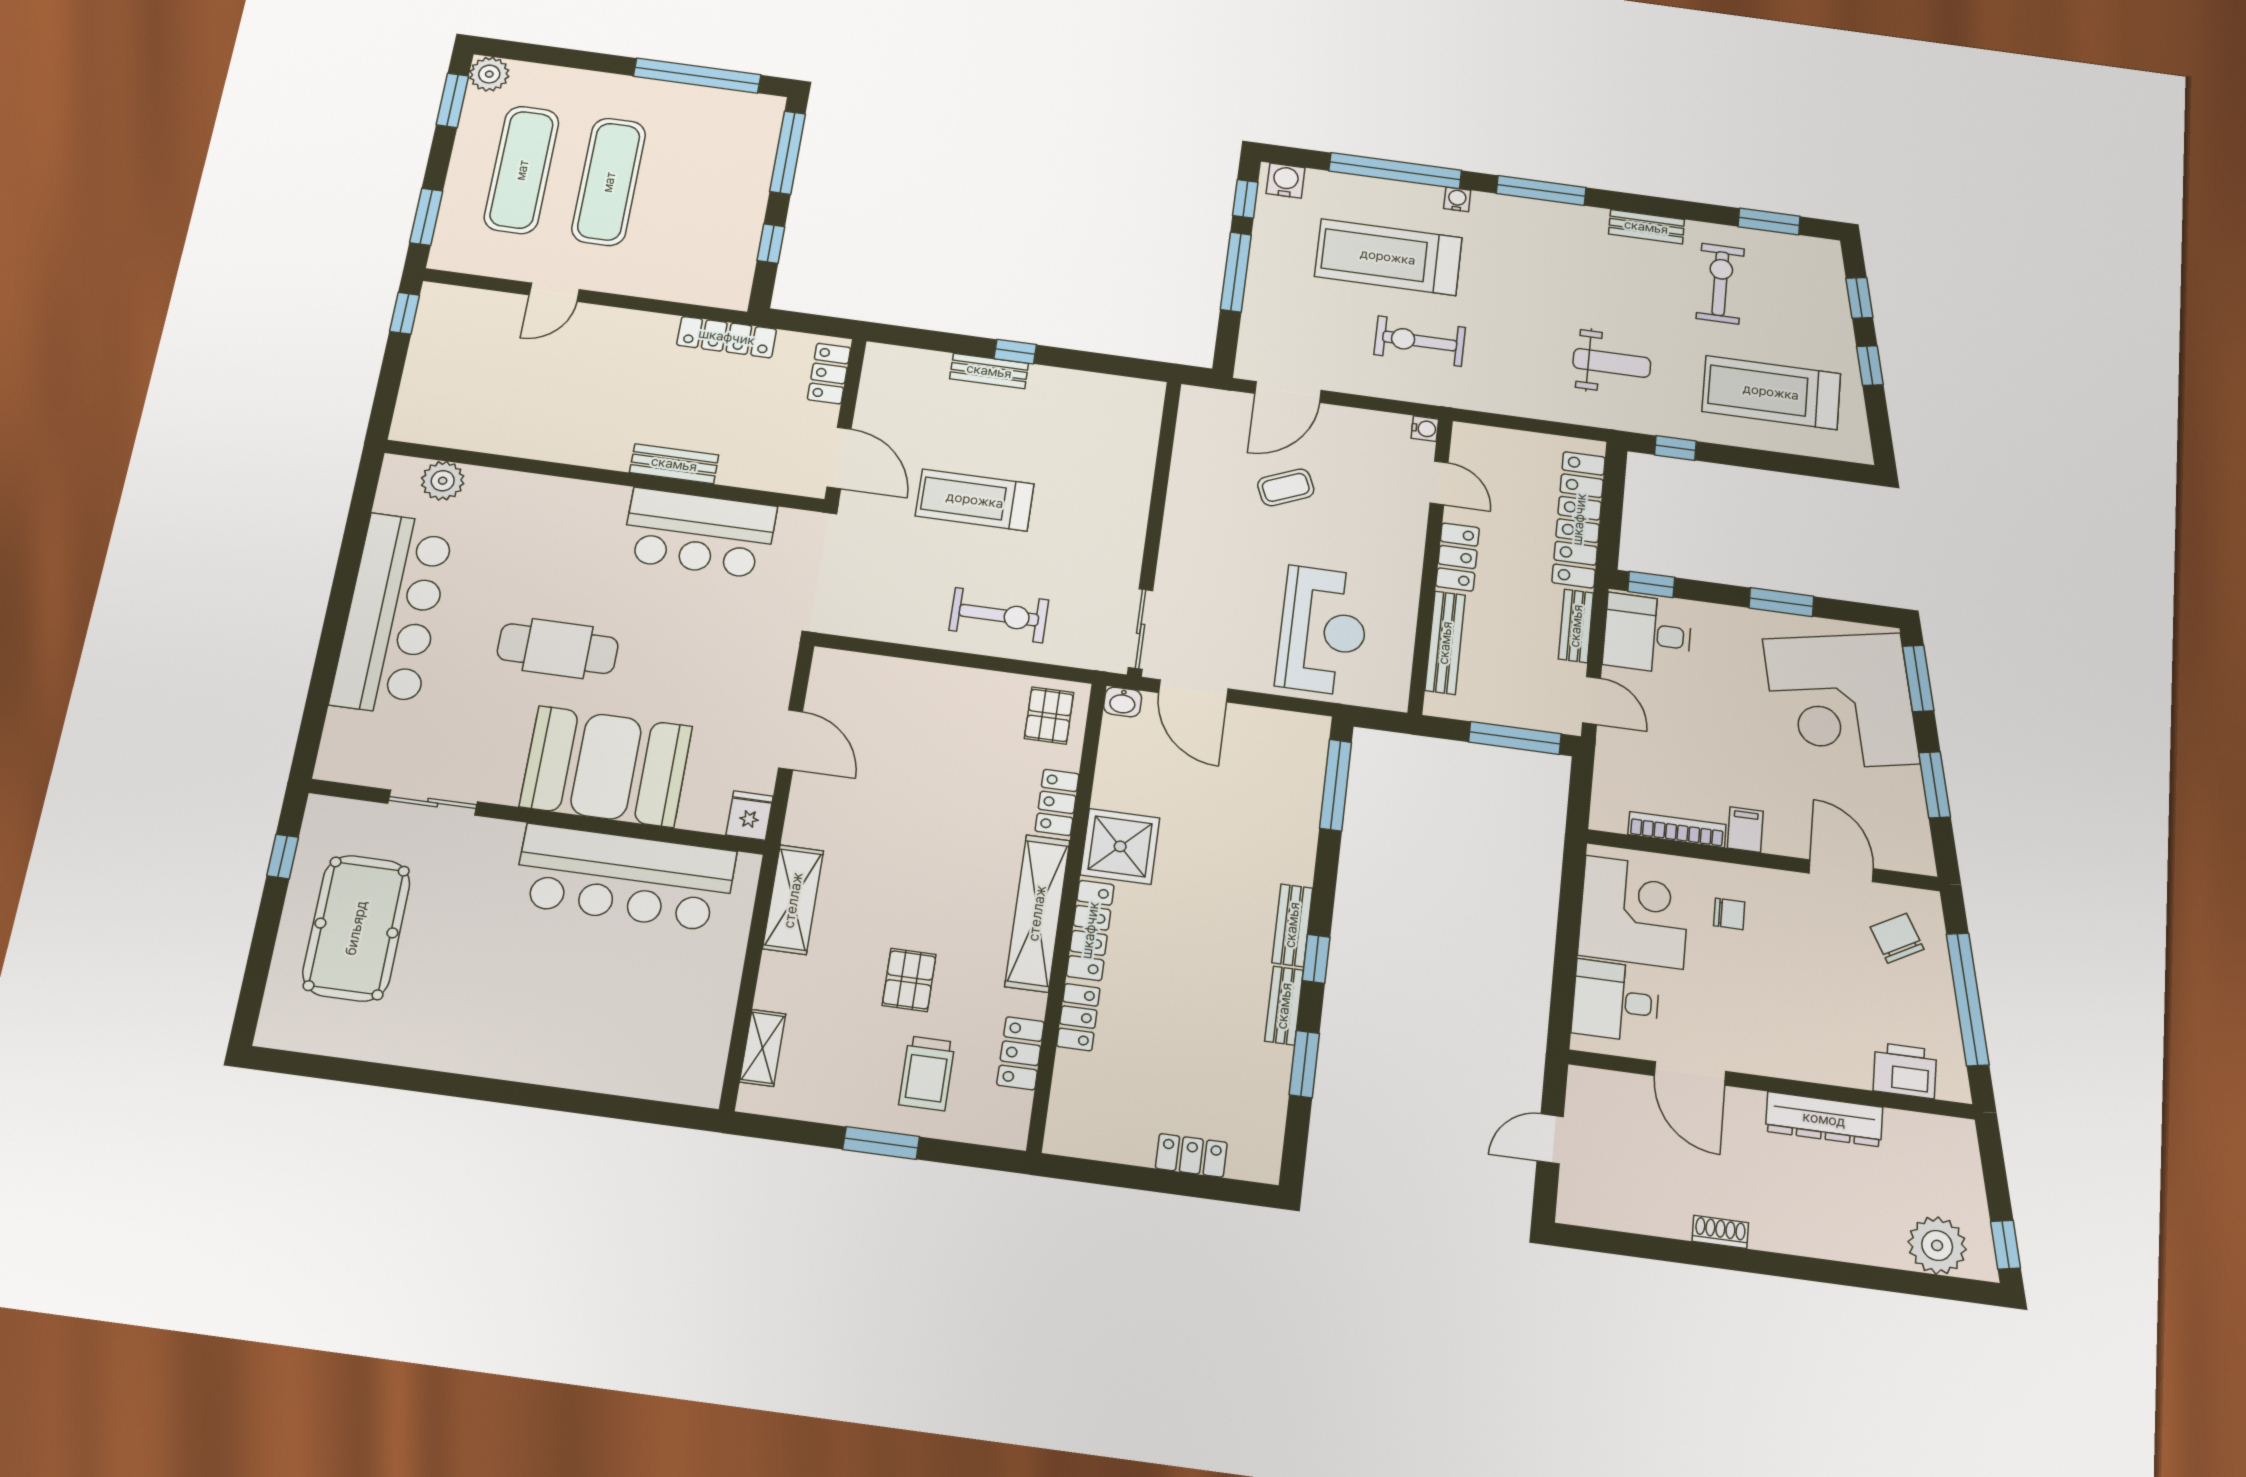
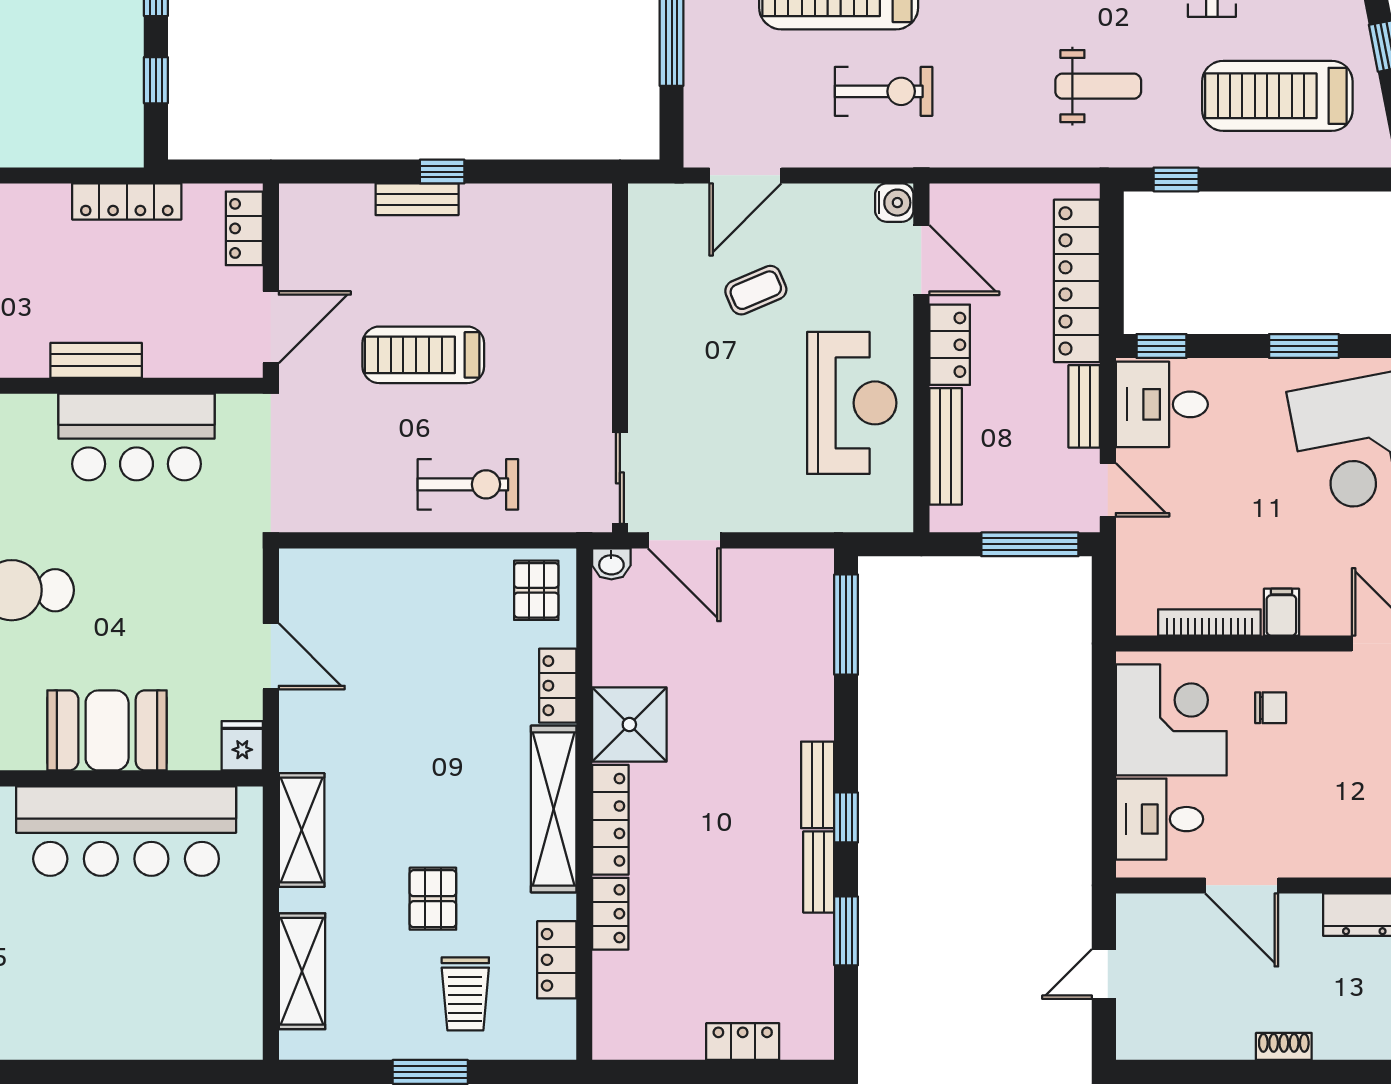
exercise bike: (1420, 341) -> (884, 91), turned 180
water cooler: (1425, 429) -> (894, 203), width x1.38, depth x1.38
door: (839, 458) -> (271, 327), hinge flipped
door: (1439, 483) -> (921, 260), width x1.38
reception desk: (1323, 631) -> (852, 403), moved
booth: (606, 766) -> (107, 730), width x0.73, depth x0.70
shelving: (763, 1048) -> (302, 971), width x1.50, depth x1.33

